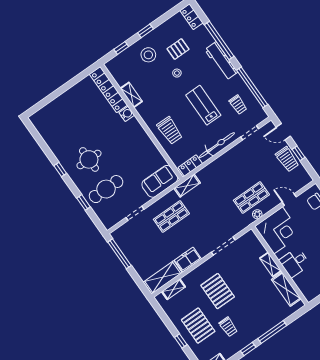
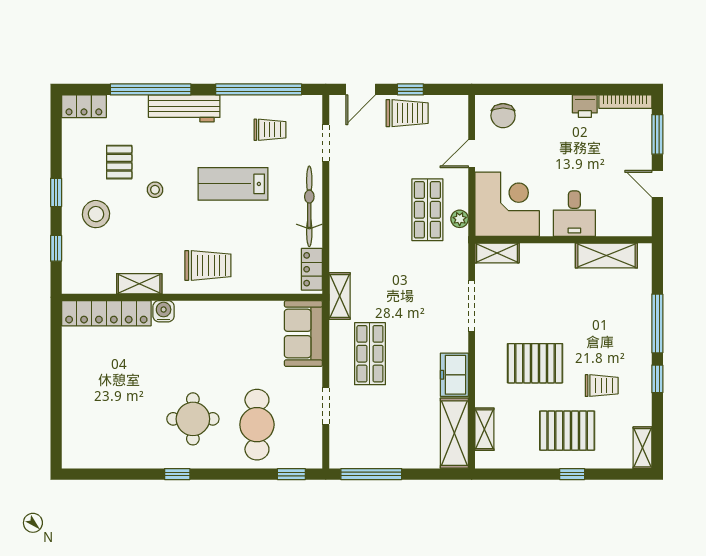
trolley: (170, 131) -> (208, 265), moved
window: (83, 202) -> (291, 474), moved
shelving: (271, 265) -> (497, 253), moved

